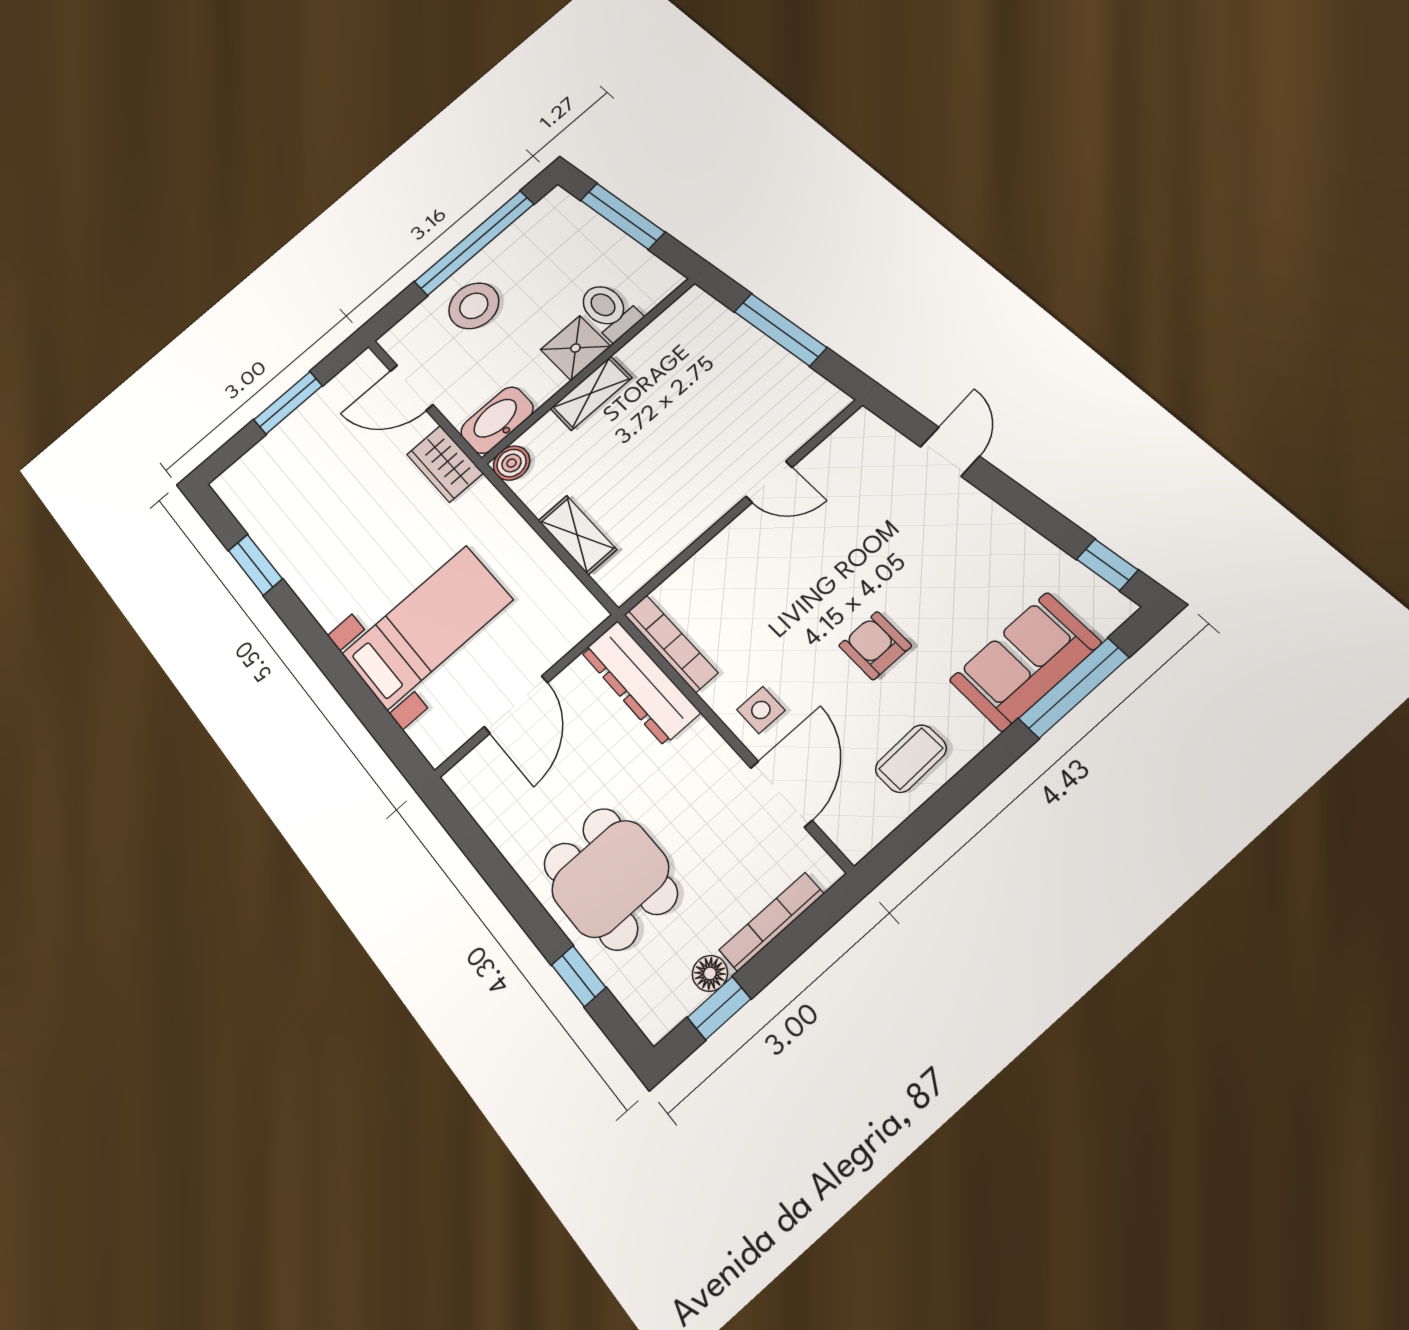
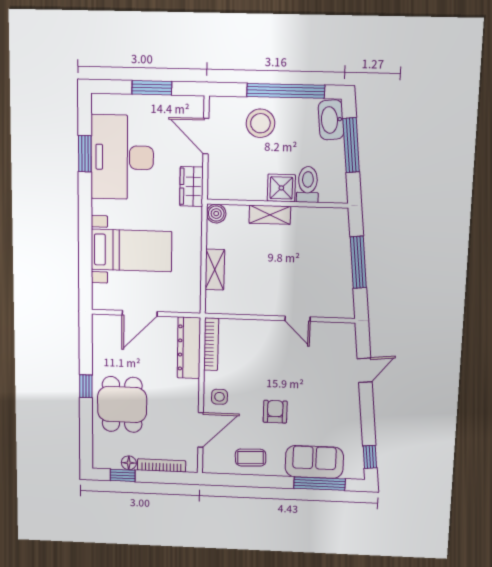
washbasin: (497, 420) -> (331, 120), moved, turned -96
desk: (313, 520) -> (122, 157), added
window: (579, 976) -> (86, 386), moved

